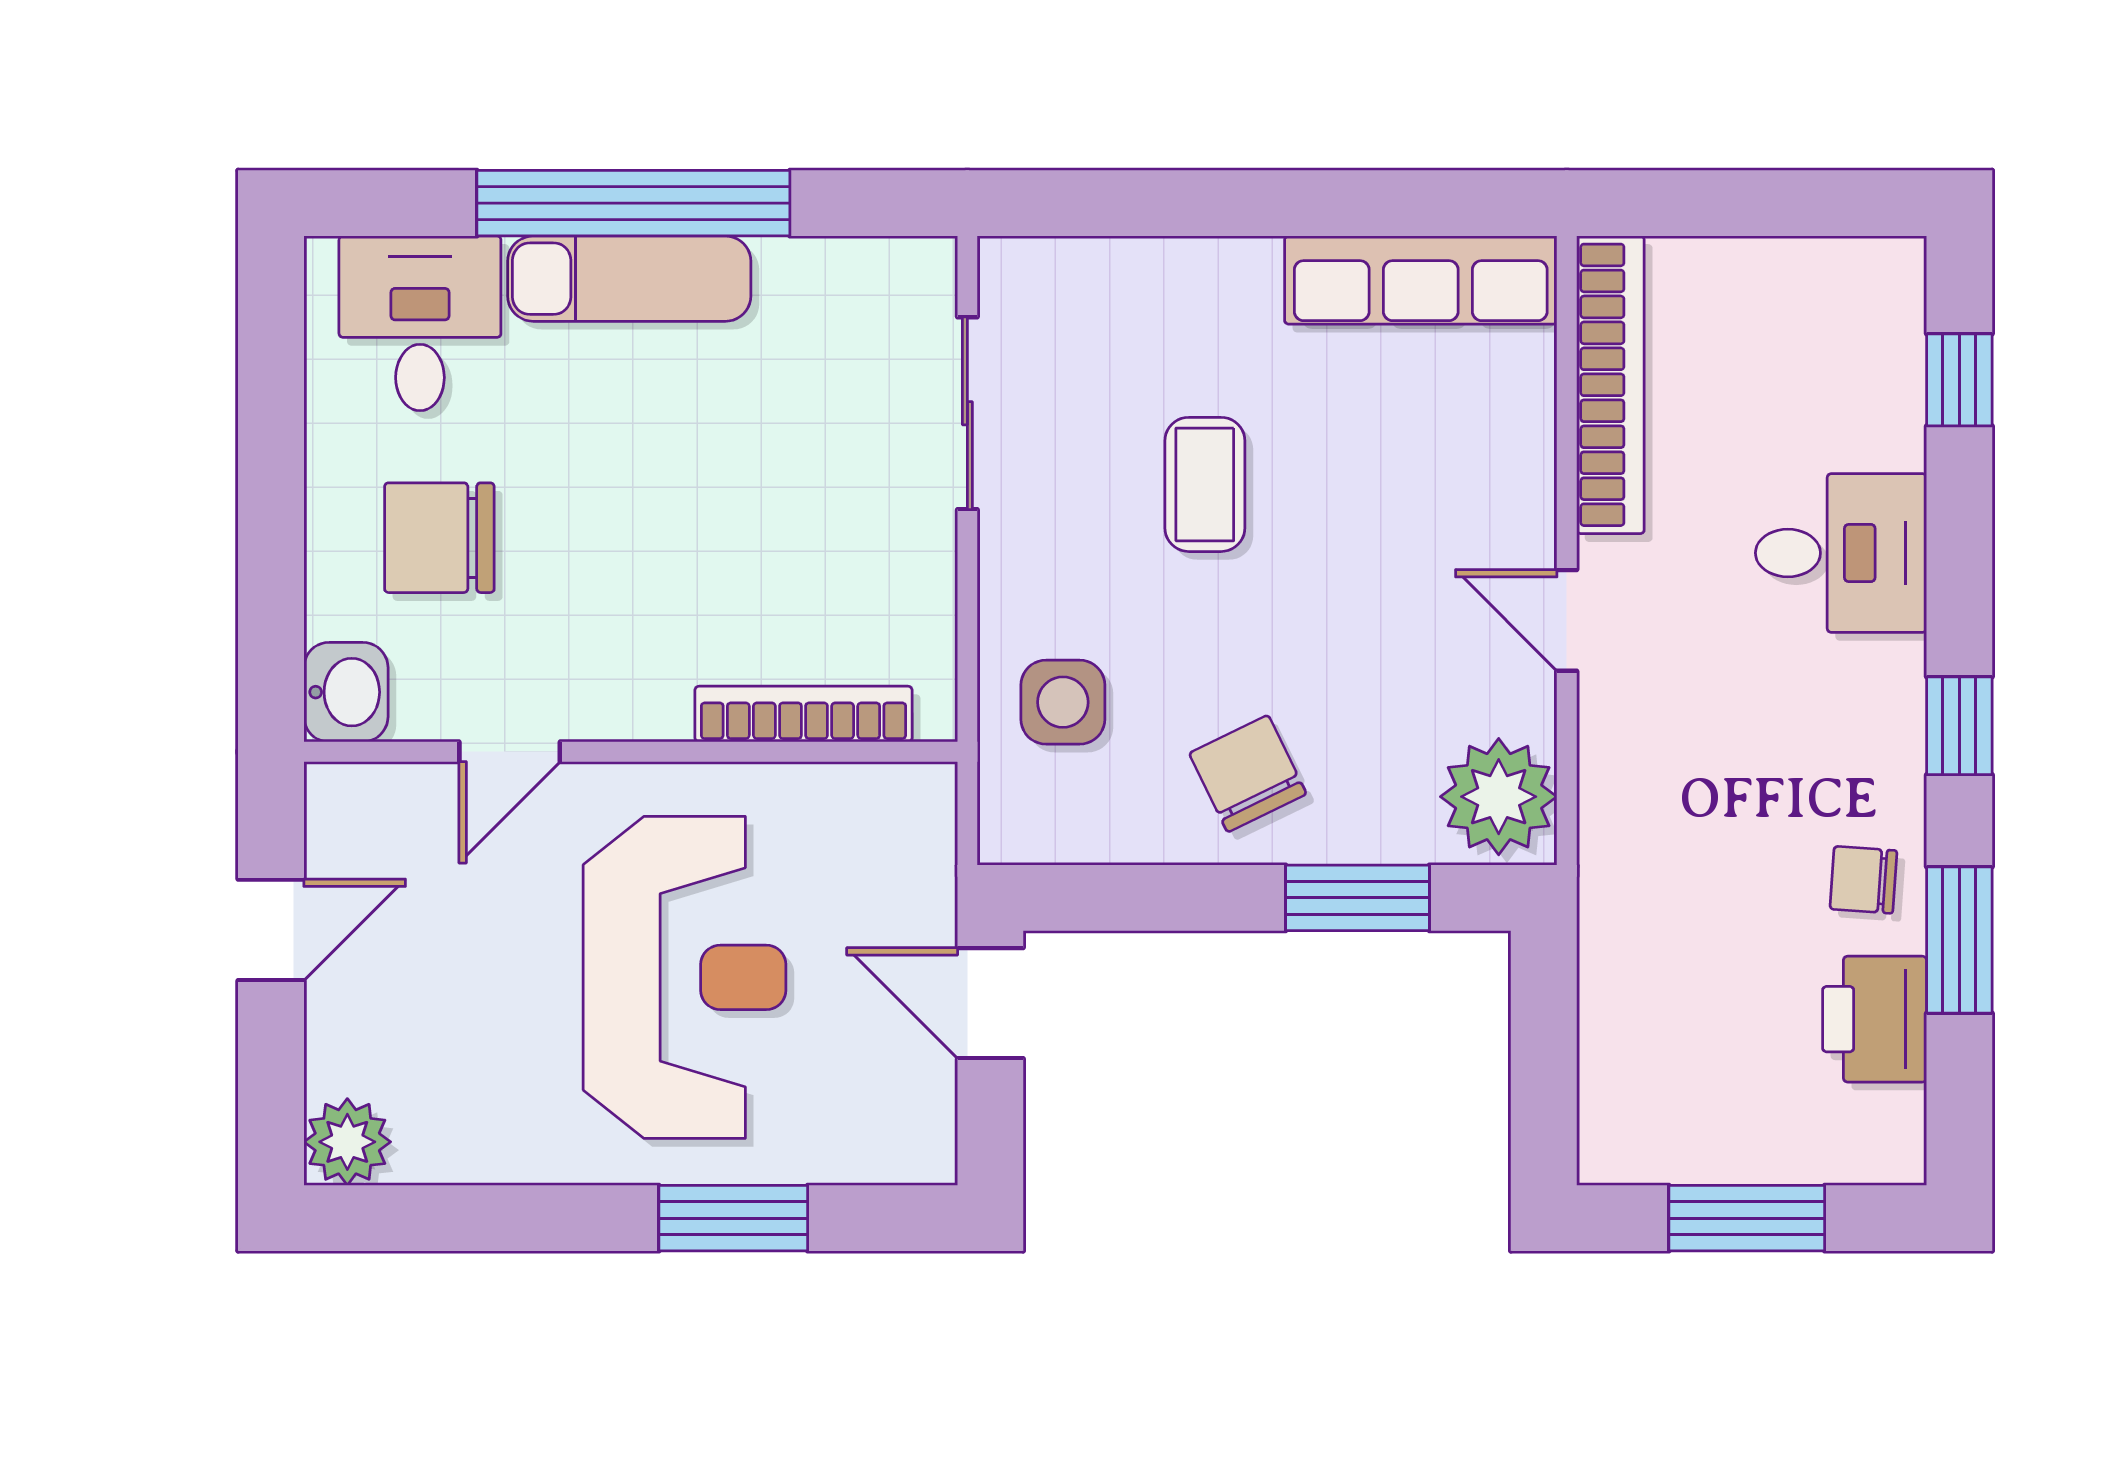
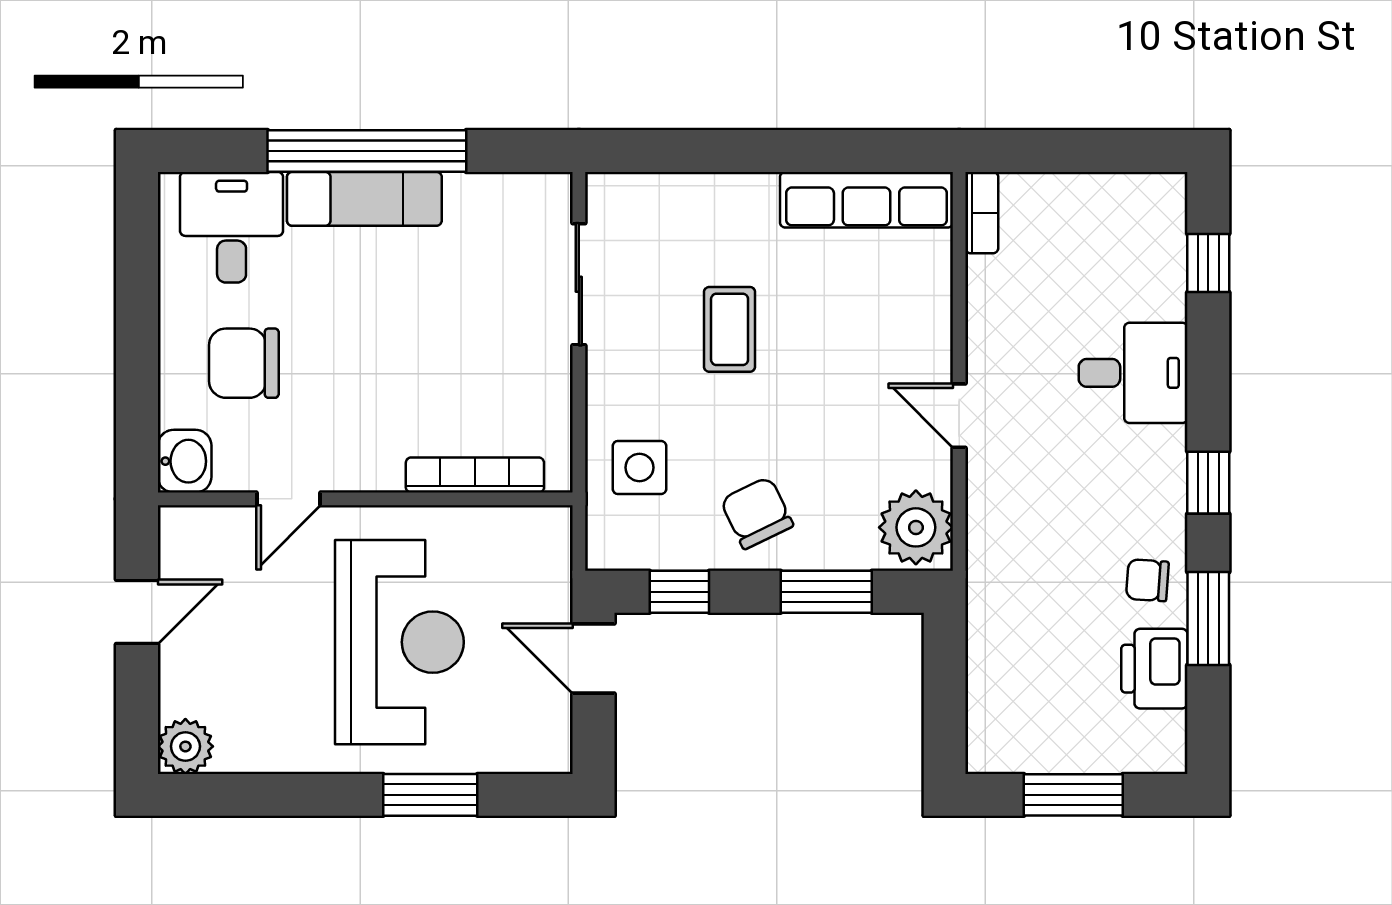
bookcase: (1610, 385) -> (982, 213), width x0.43, depth x0.76
window: (1126, 898) -> (679, 592), added

